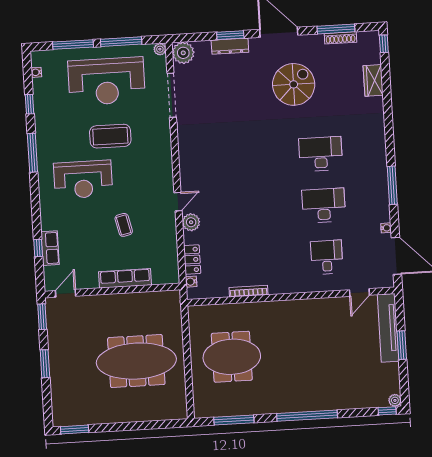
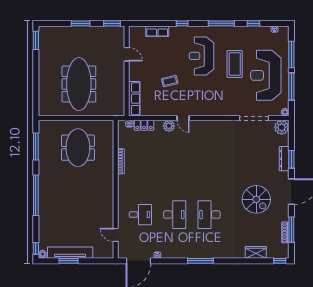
coffee table: (110, 136) -> (235, 64), moved
desk: (321, 154) -> (209, 215), turned 180
window: (392, 185) -> (200, 261), moved
window: (38, 248) -> (182, 23), moved
row of seats: (125, 278) -> (134, 99), moved
door: (66, 293) -> (127, 54), moved
tv unit: (388, 328) -> (70, 253), moved
window: (402, 345) -> (69, 261), moved

